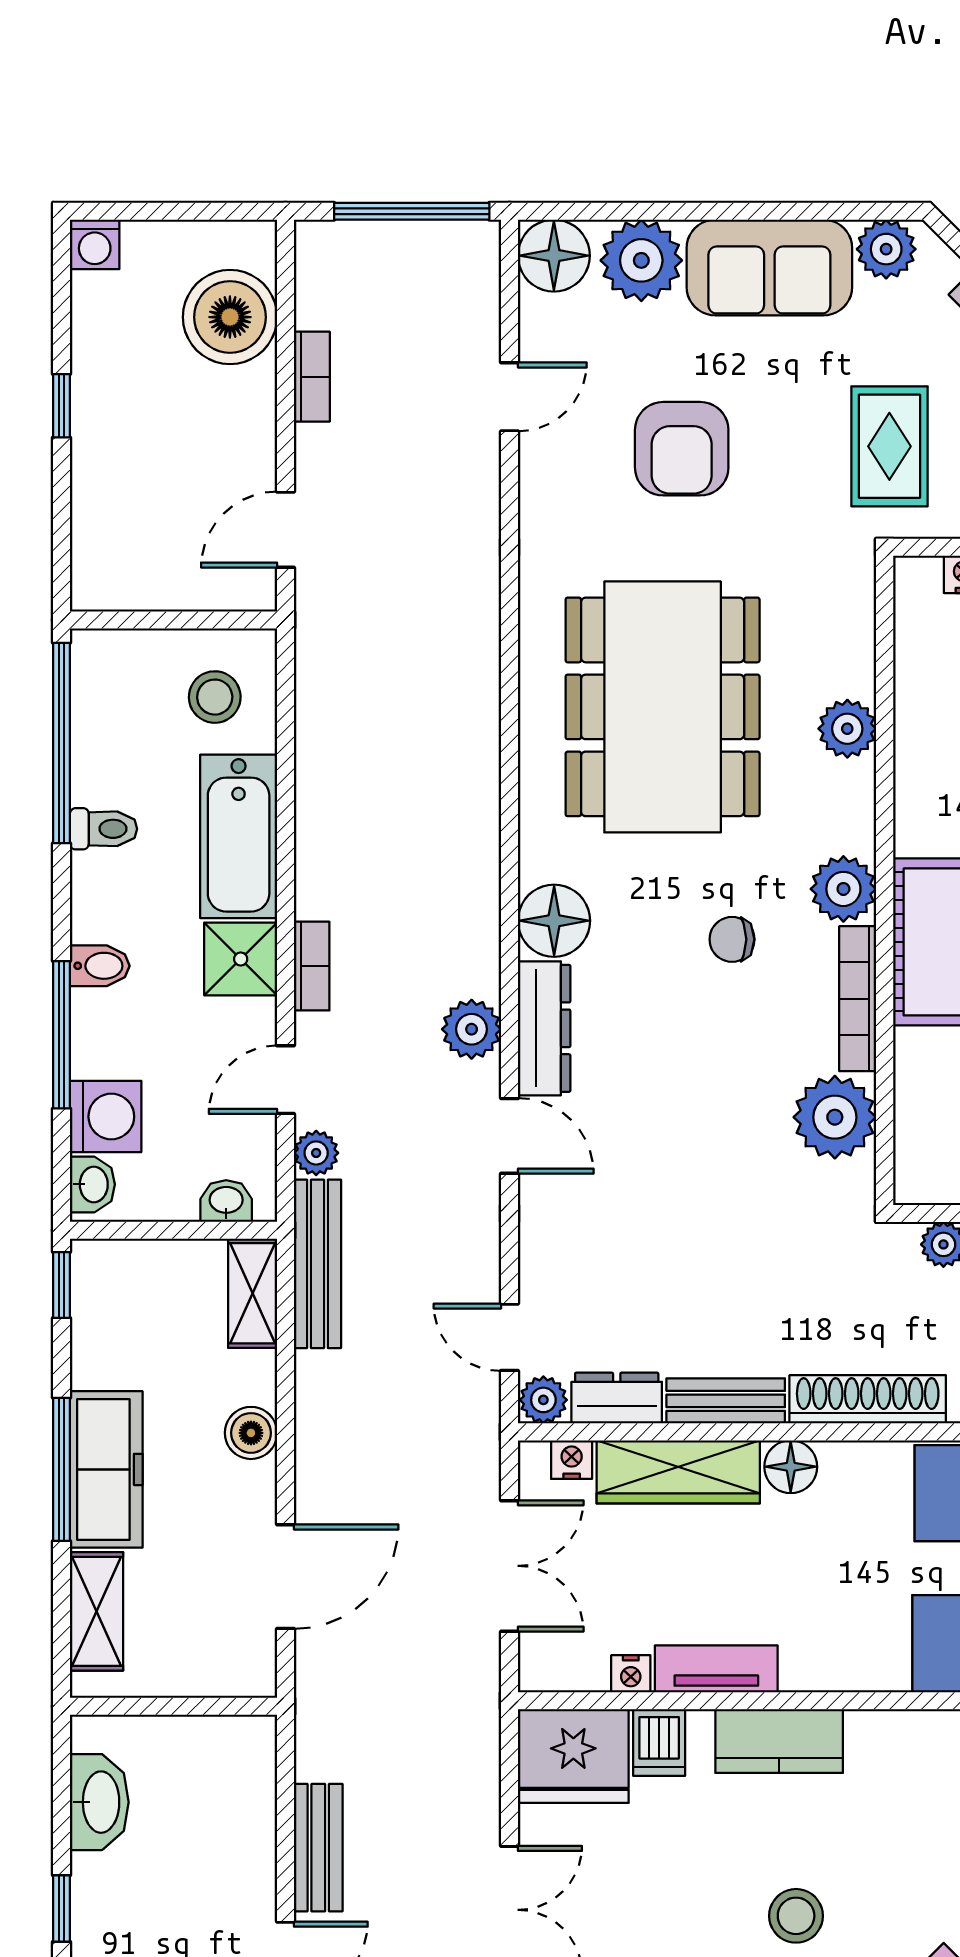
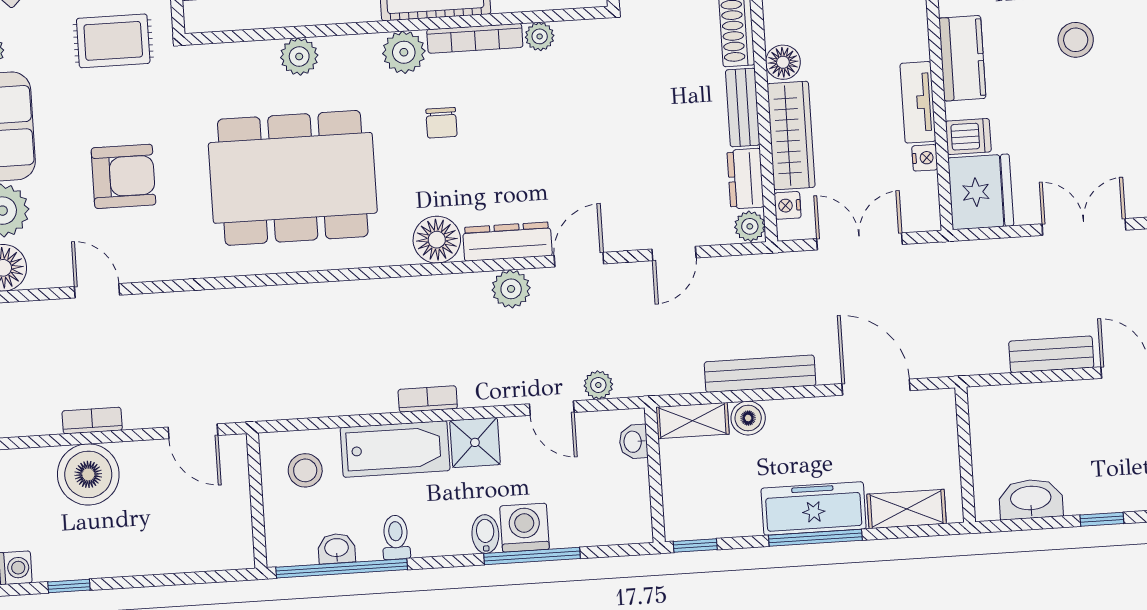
boiler: (230, 317) -> (88, 474), moved
window: (62, 406) -> (69, 586), moved
bookcase: (312, 966) -> (428, 399), moved
washing machine: (106, 1117) -> (525, 528), moved
plant: (835, 1117) -> (540, 36), width x0.53, depth x0.53
washbasin: (92, 1184) -> (337, 548), moved
bench: (317, 1264) -> (760, 374), moved
door: (509, 1337) -> (674, 253), moved
boiler: (251, 1433) -> (748, 418), moved

